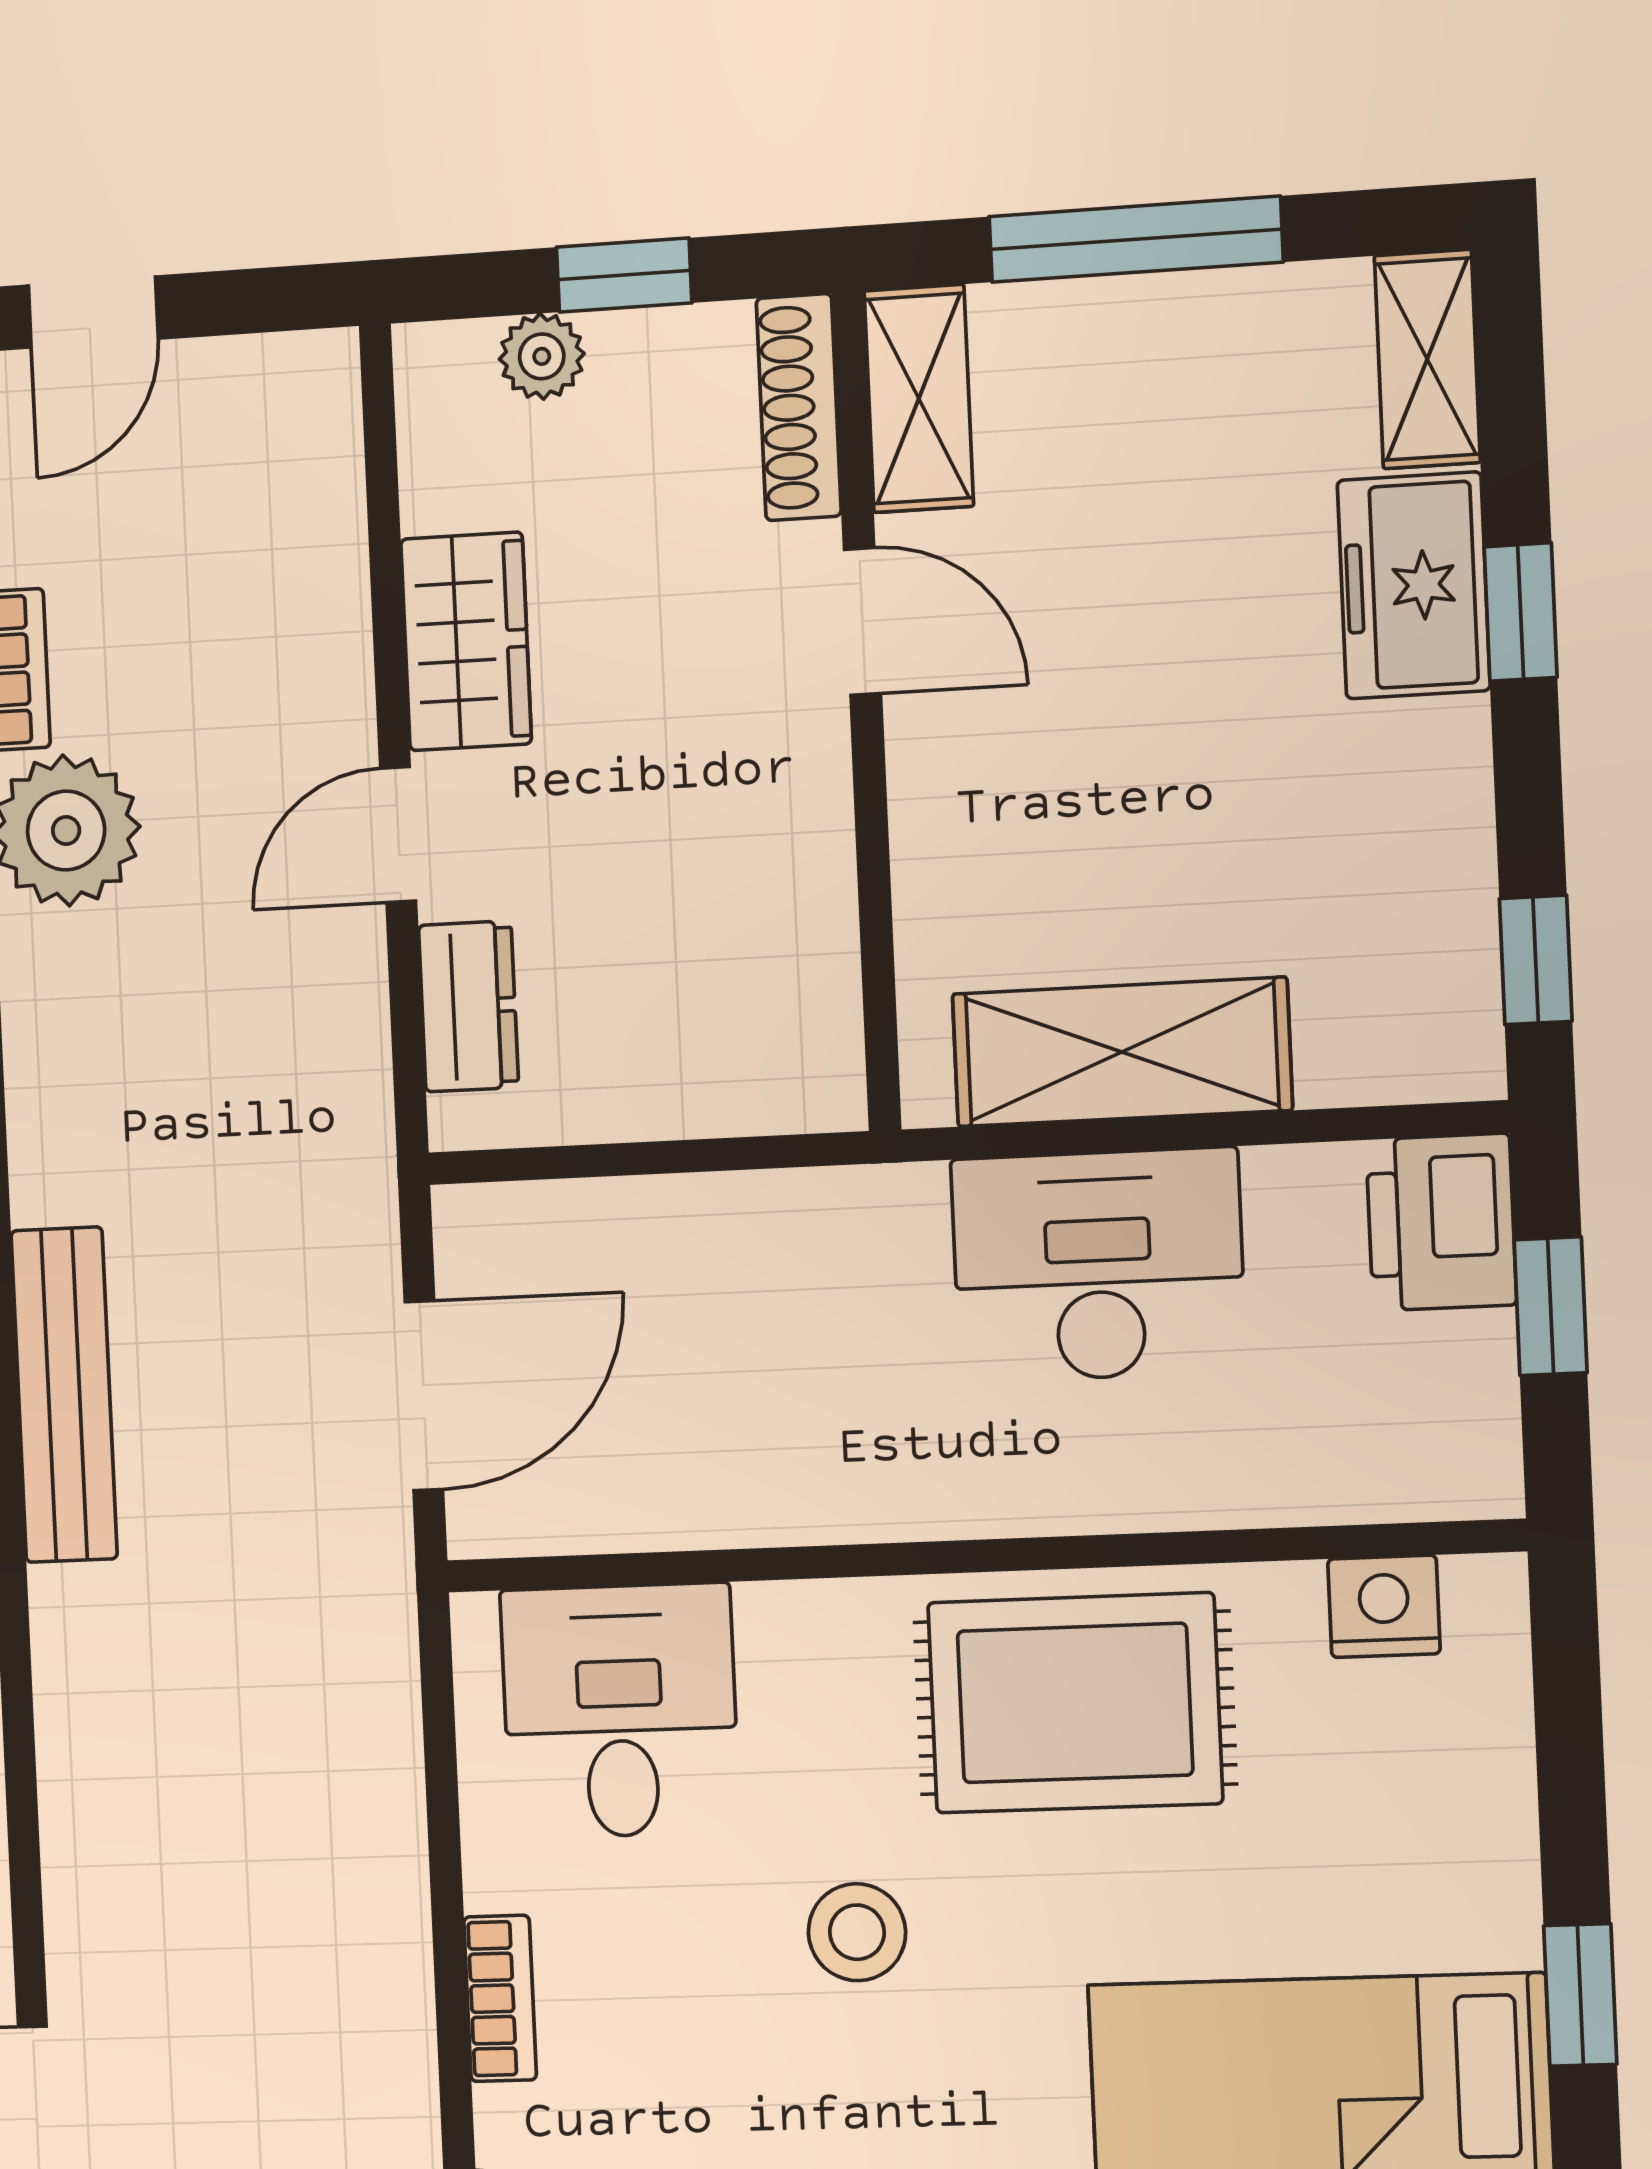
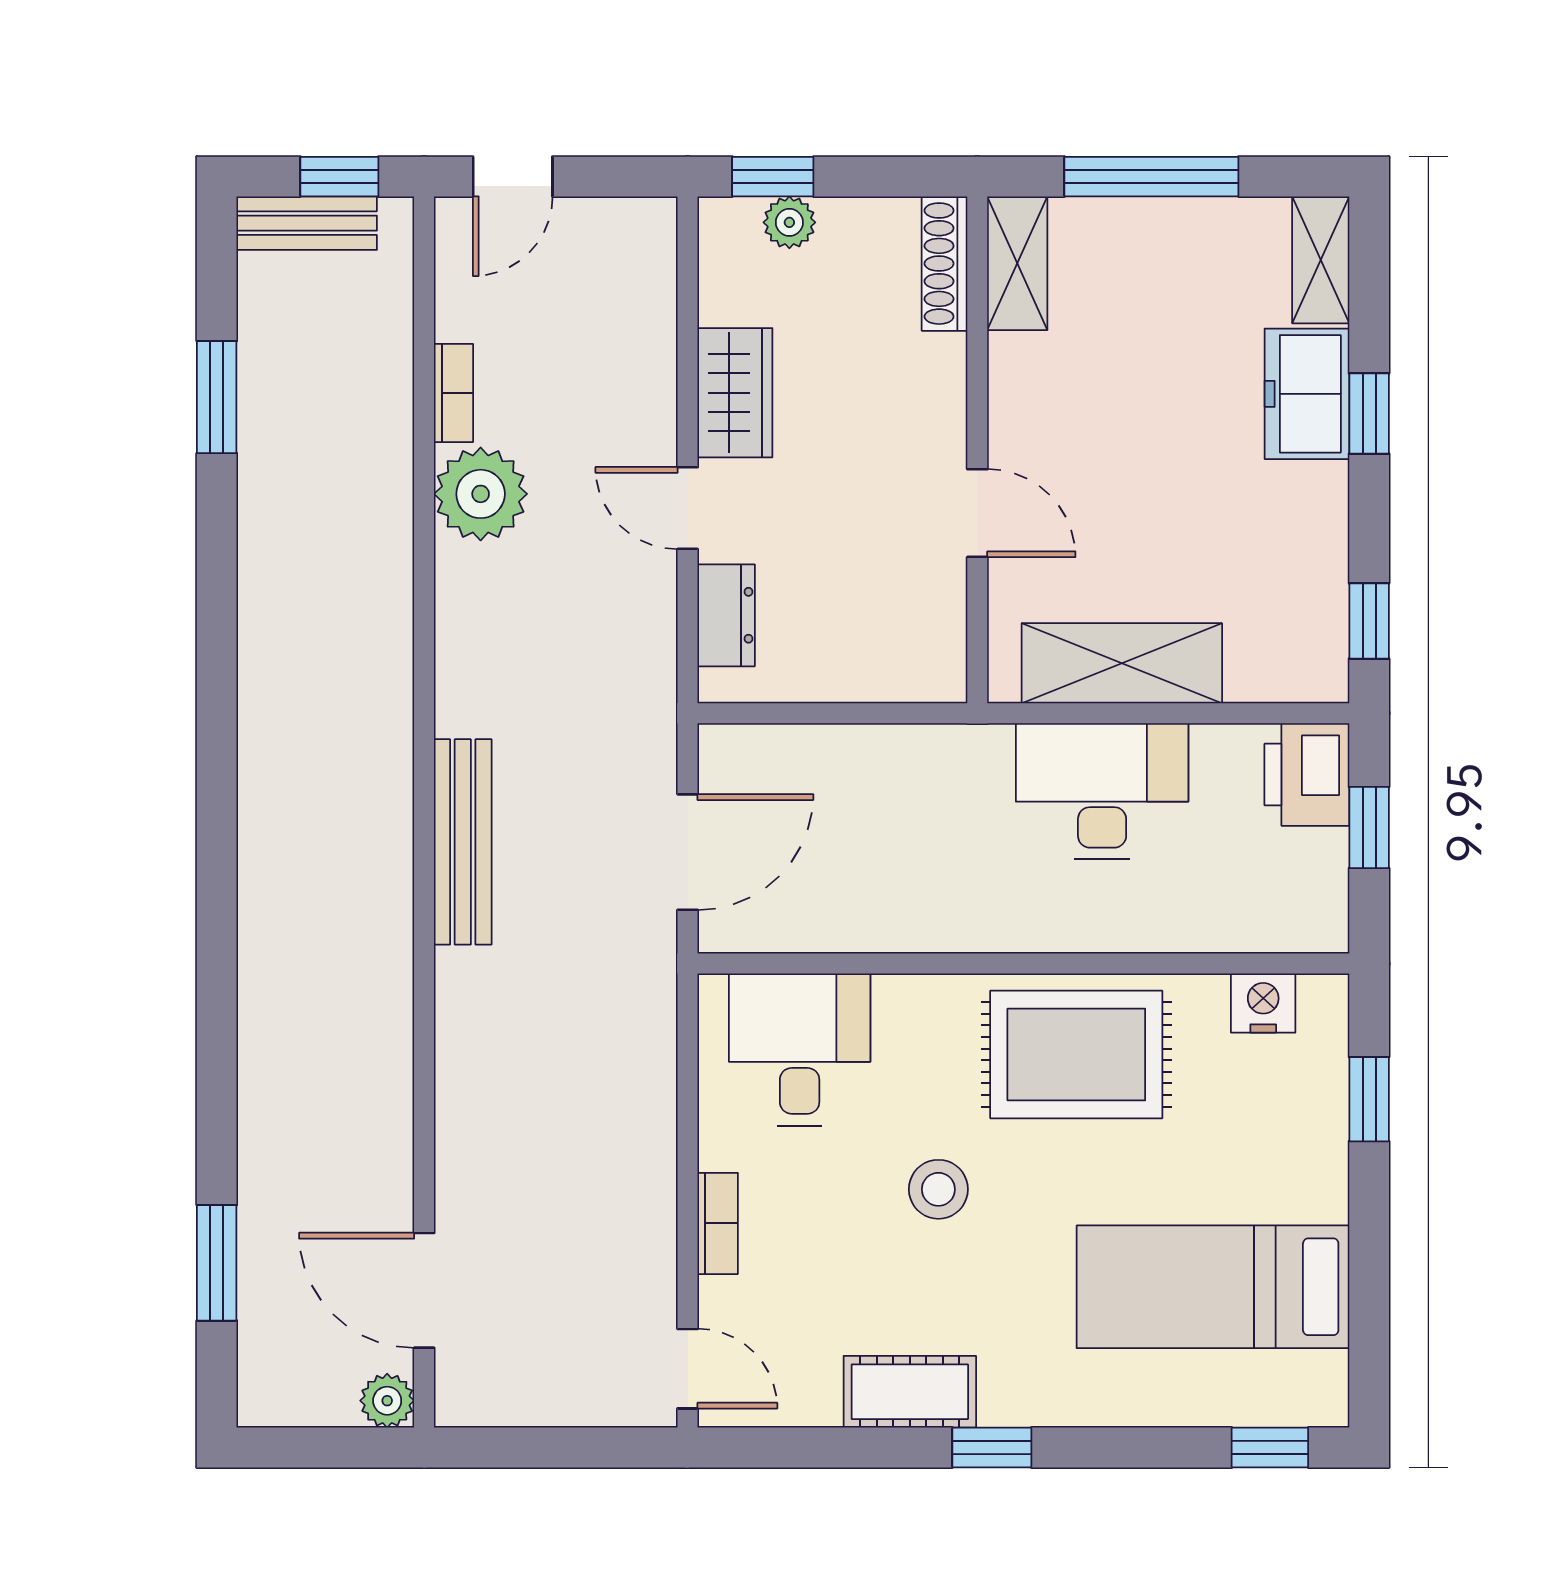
window: (624, 275) -> (773, 177), moved
door: (862, 621) -> (977, 513), moved
door: (398, 835) -> (688, 508), hinge flipped
window: (1580, 1995) -> (1369, 1099), moved

